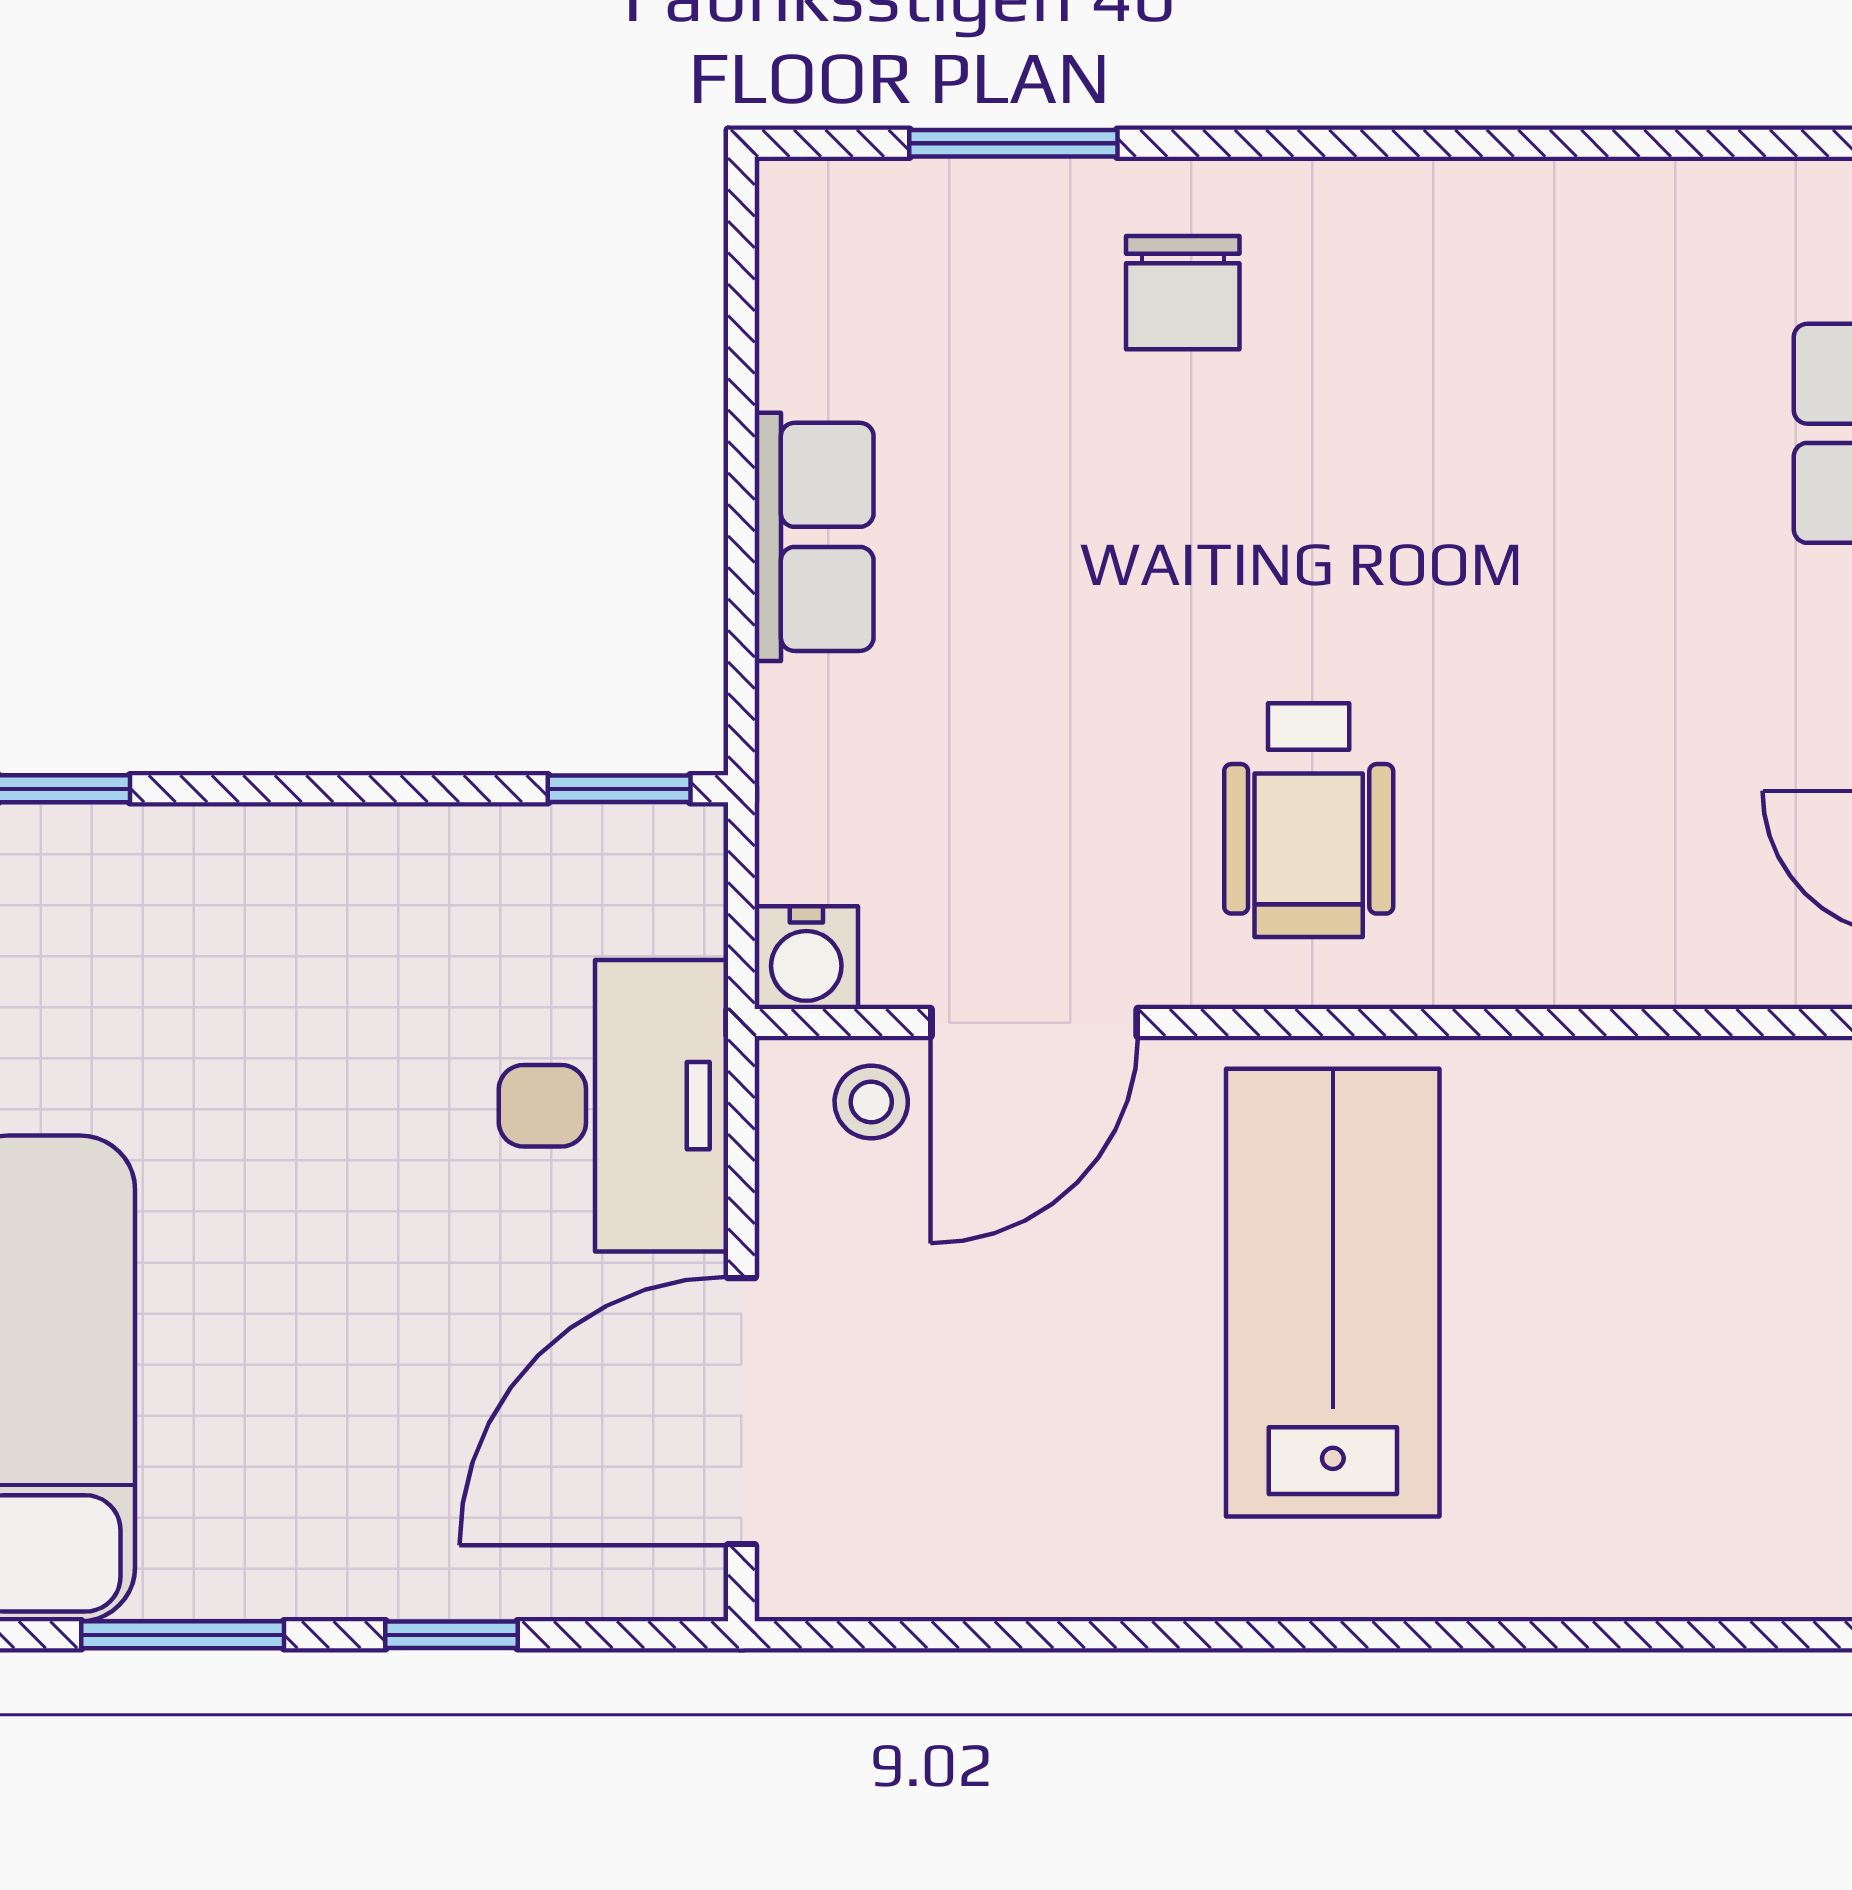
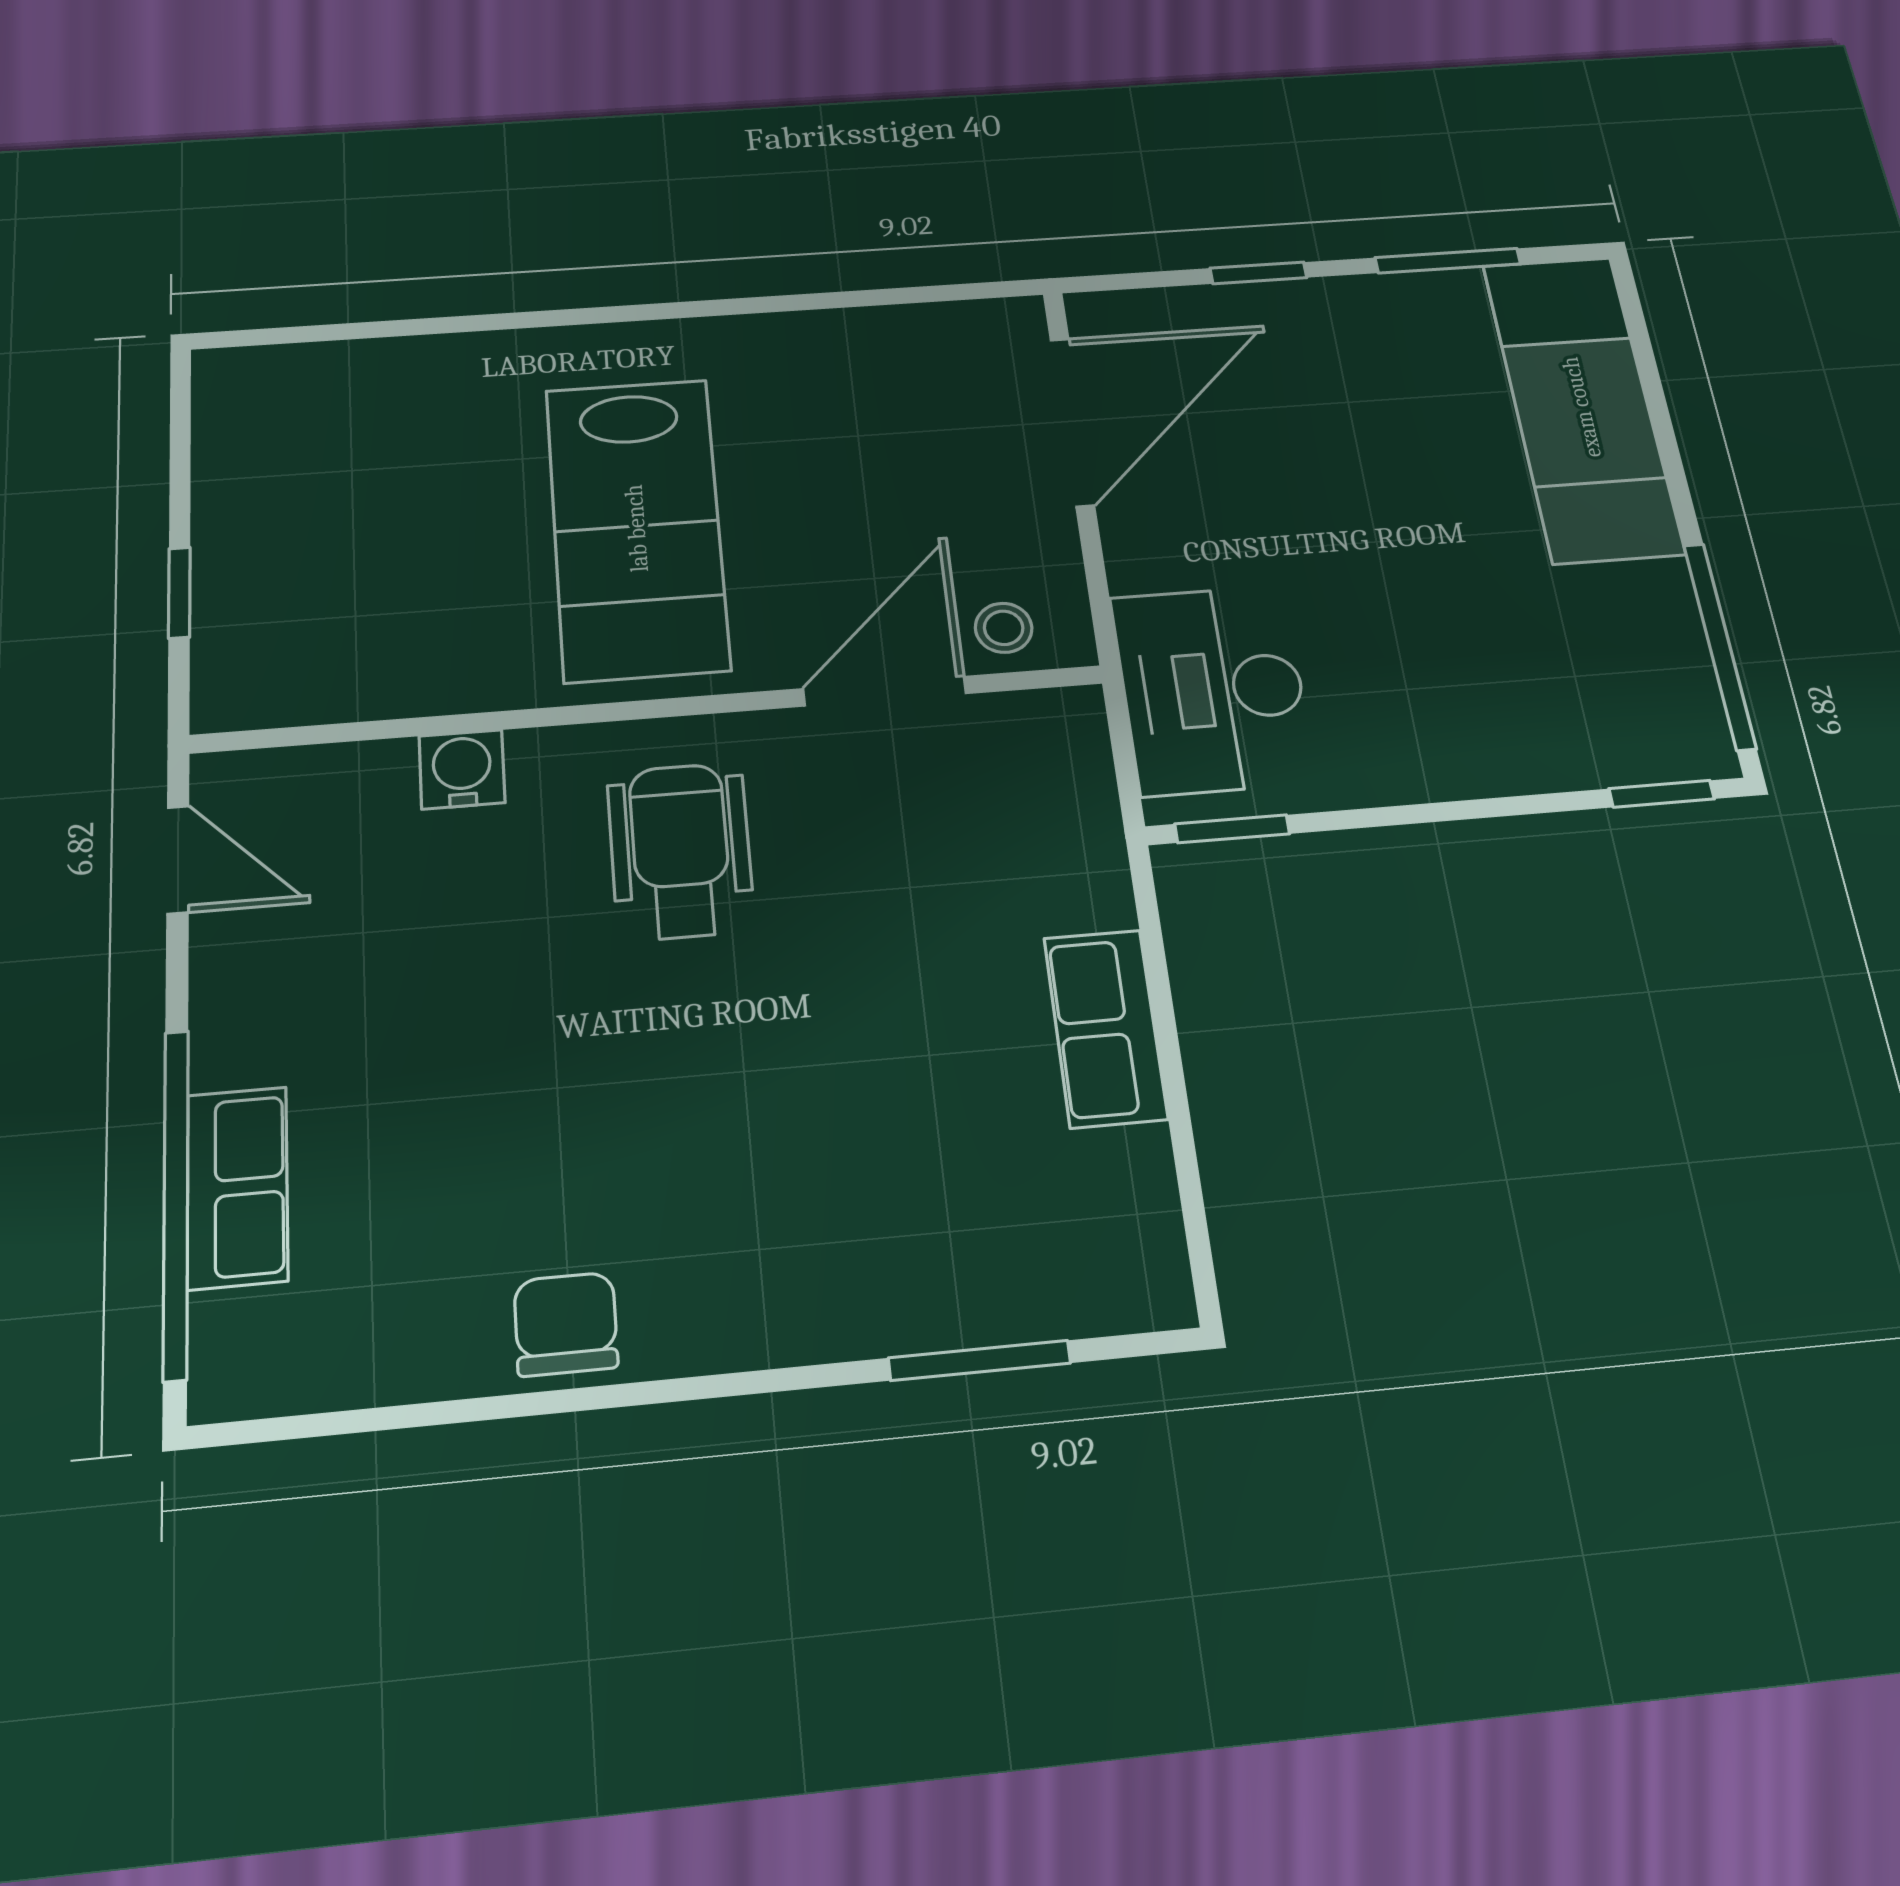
chair: (1183, 293) -> (566, 1324), moved
water cooler: (806, 958) -> (462, 769), moved
desk: (613, 1106) -> (1213, 689), moved

